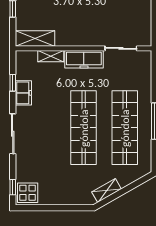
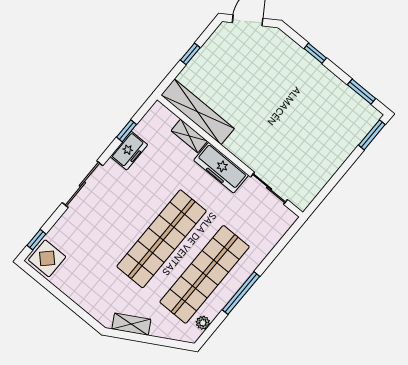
shelving: (35, 38) -> (198, 112), width x1.47
plant: (147, 156) -> (203, 323), added

